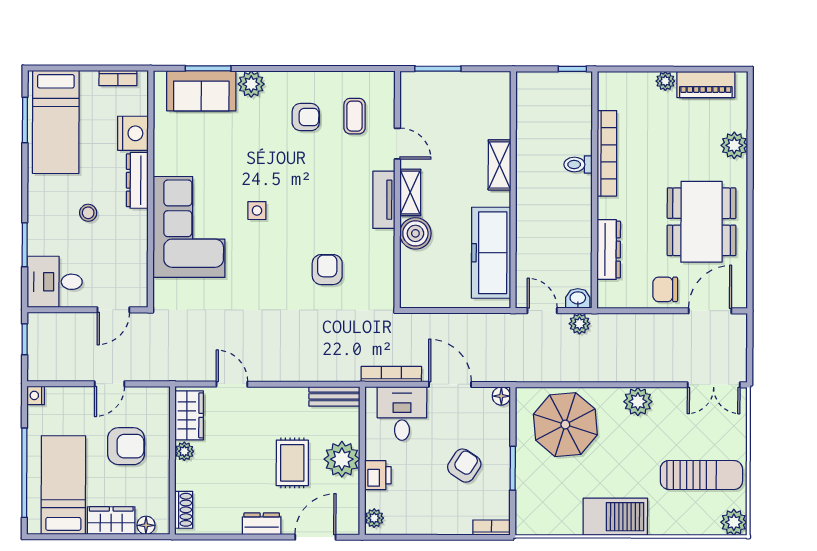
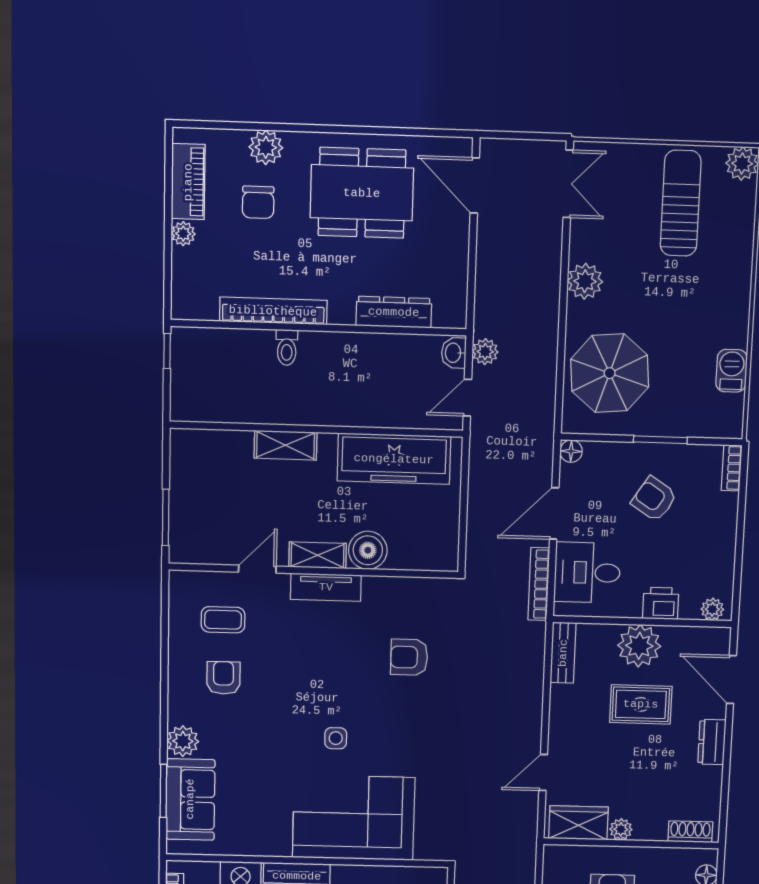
chair: (665, 289) -> (258, 202), moved
barbecue: (615, 517) -> (732, 371), moved, width x0.53, depth x0.65

